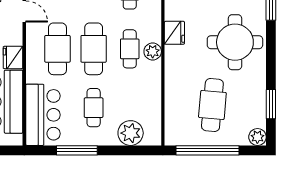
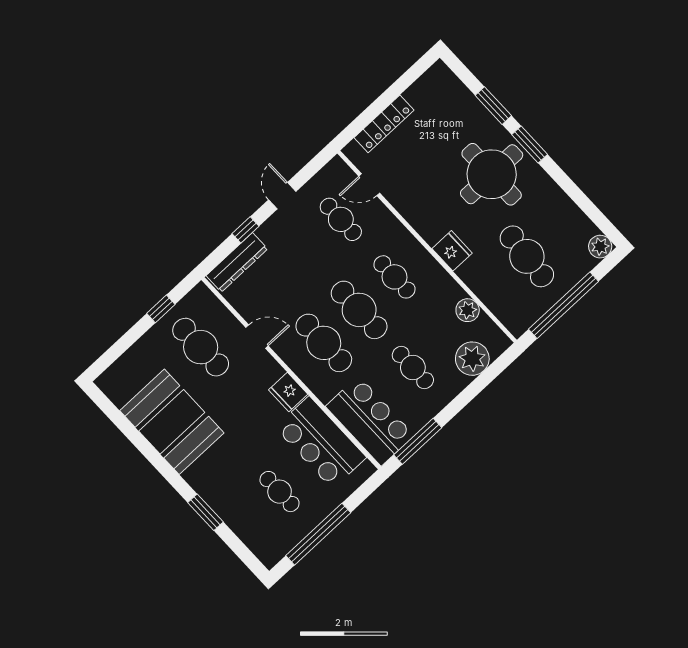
fridge: (174, 33) -> (452, 251), moved
plant: (153, 51) -> (468, 310), moved
window: (271, 104) -> (530, 144), moved
window: (77, 150) -> (418, 441), moved

